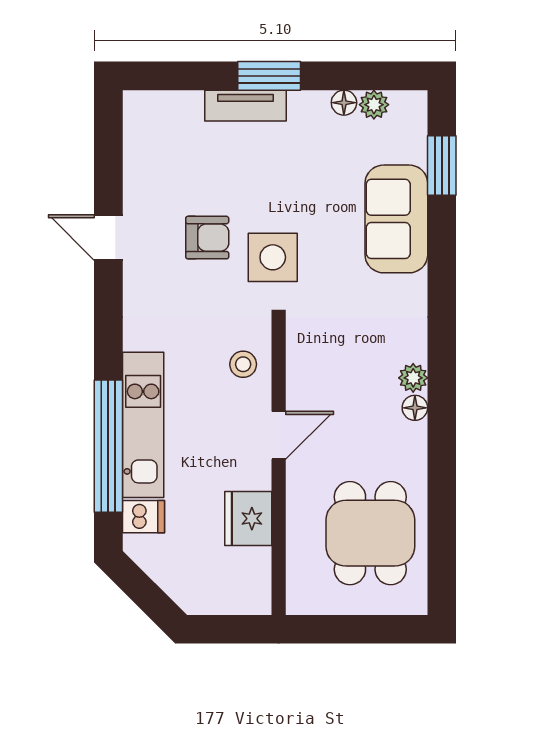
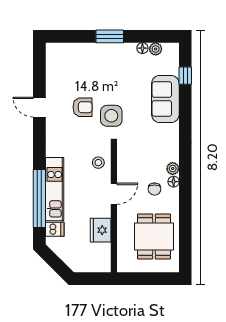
tv unit: (245, 106) -> (99, 49), removed
window: (442, 166) -> (185, 76), width x0.67
chair: (371, 425) -> (154, 189), added

